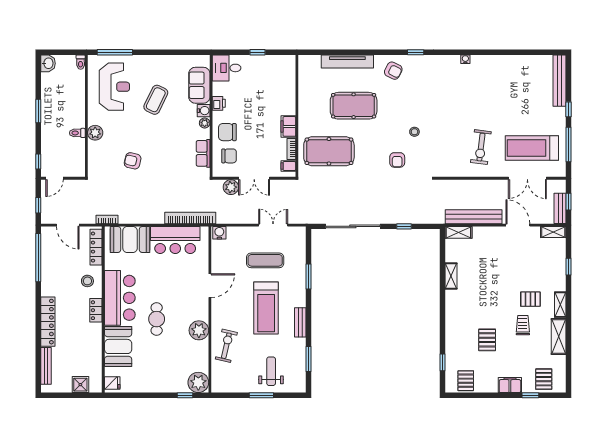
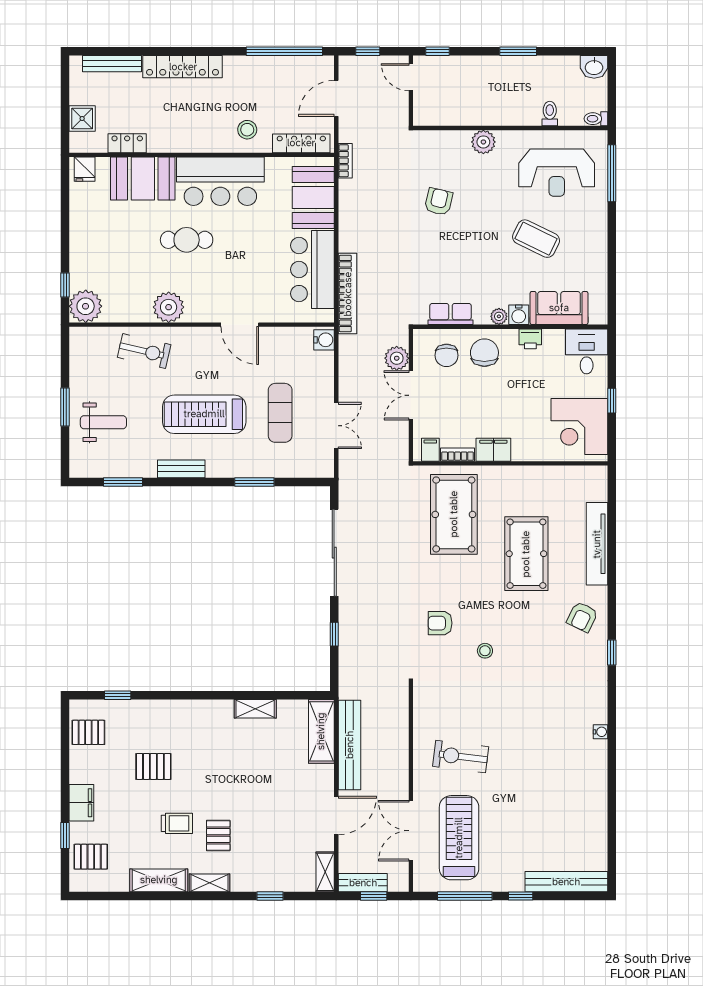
corner desk: (274, 72) -> (579, 427), added
toilet: (77, 133) -> (550, 114), moved
shelving: (458, 232) -> (321, 731), width x1.50, depth x1.33
locker: (96, 310) -> (127, 143), moved

